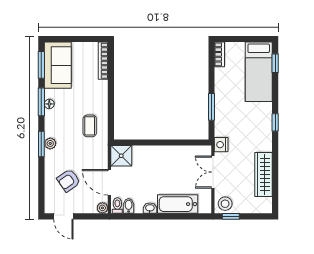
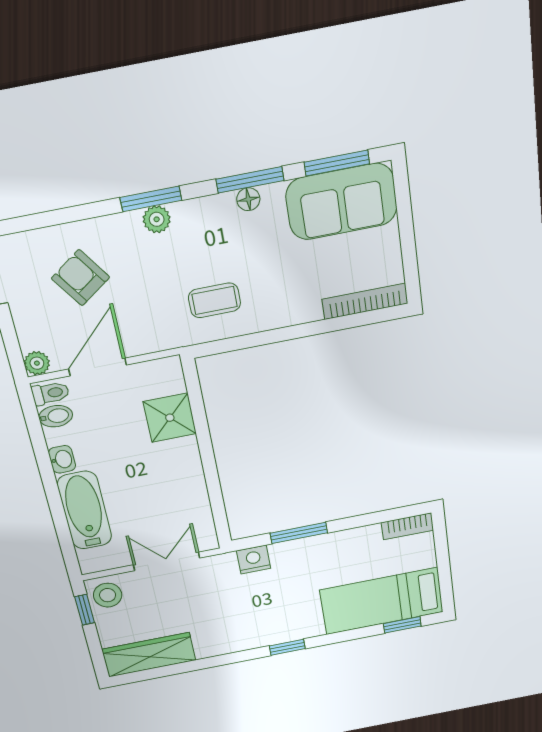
nightstand: (221, 145) -> (254, 560), moved
shower: (121, 156) -> (170, 418), moved
wardrobe: (263, 175) -> (149, 655), moved

